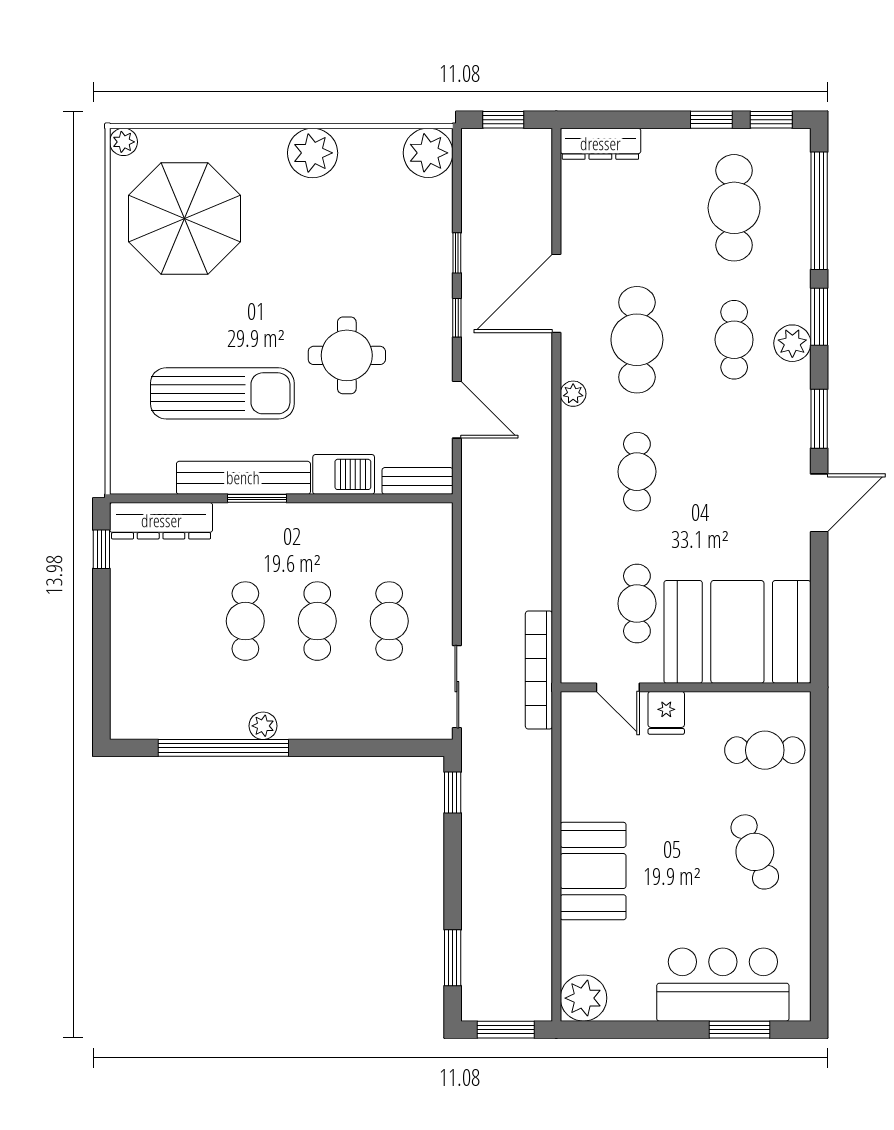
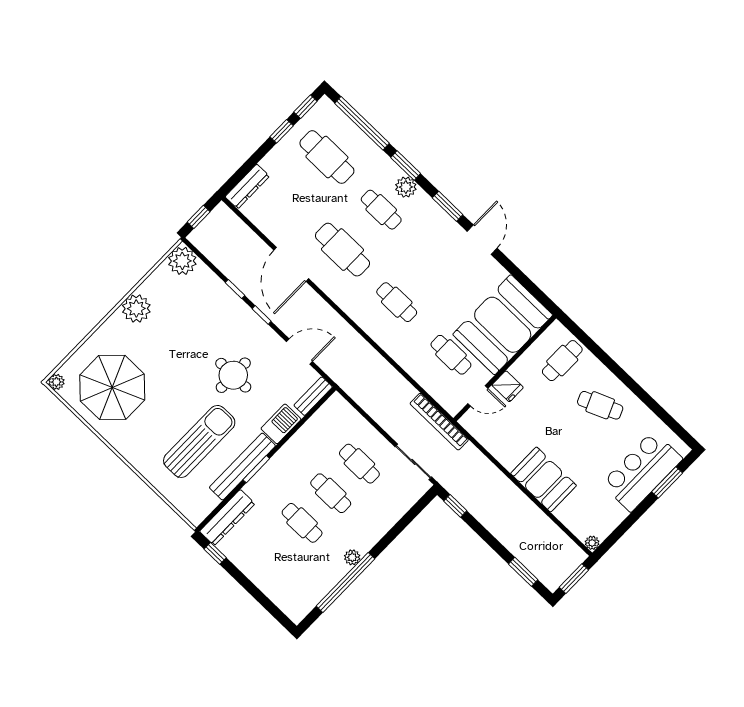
plant: (573, 394) -> (339, 297), removed
plant: (583, 998) -> (592, 543), width x0.53, depth x0.53

